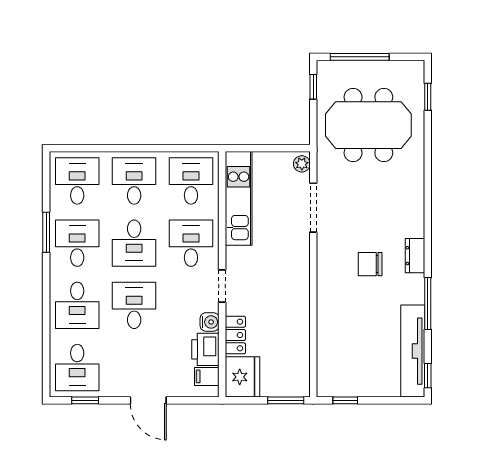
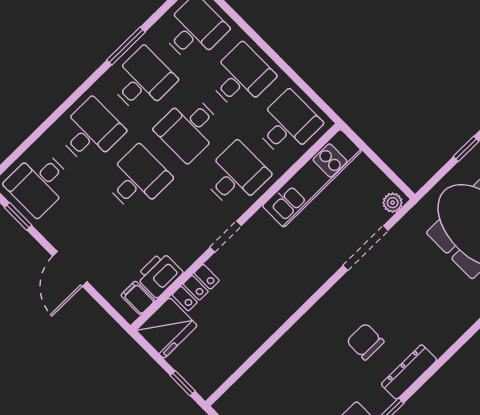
dresser: (415, 256) -> (409, 372), width x1.44
desk: (77, 305) -> (91, 132), turned 180
water cooler: (210, 322) -> (185, 256), removed
window: (286, 400) -> (183, 383), width x0.67

